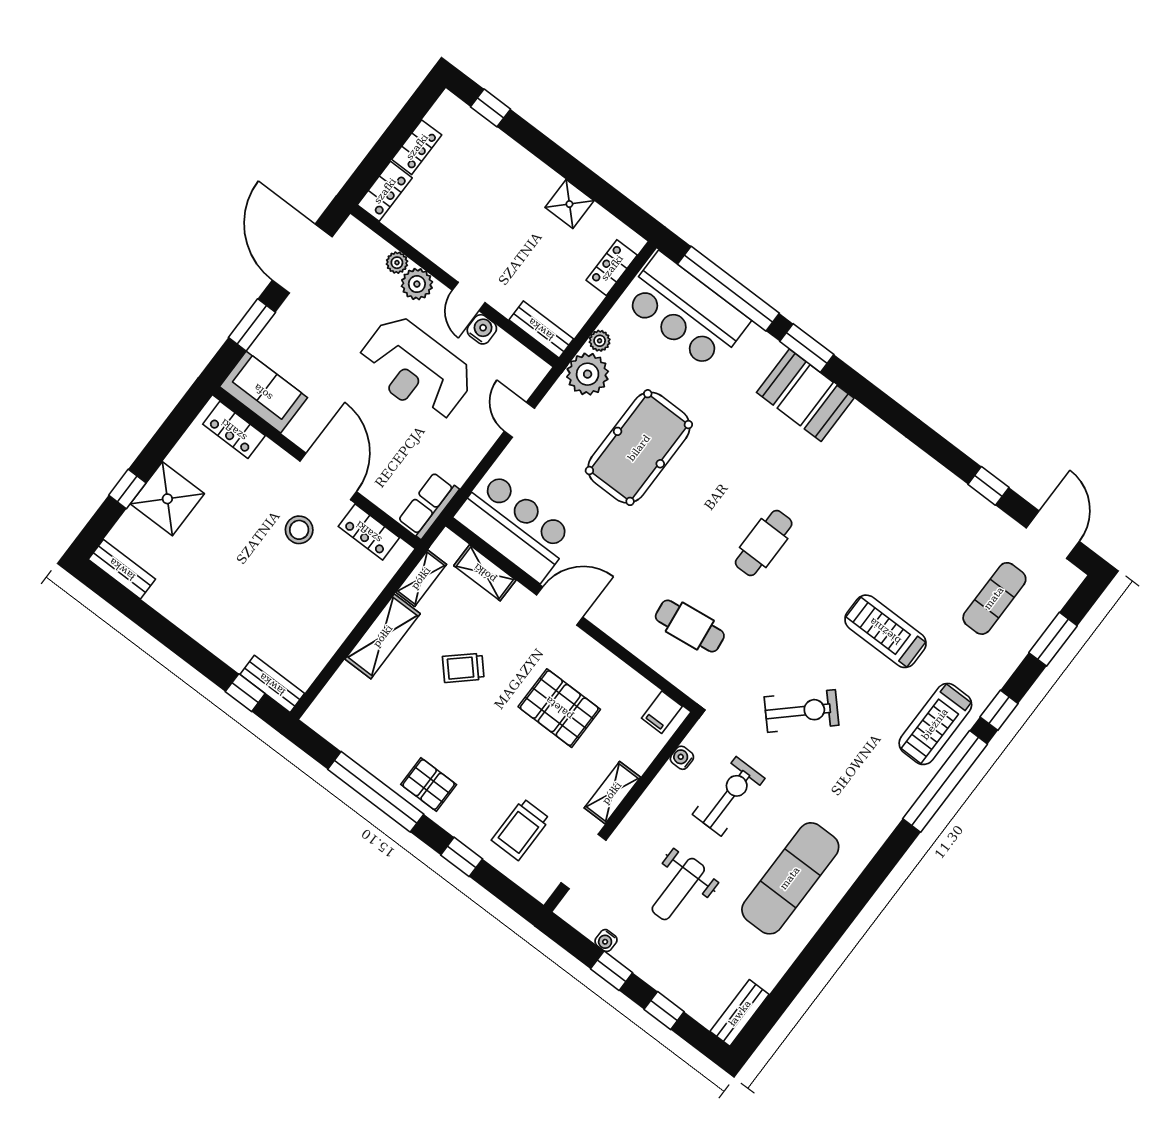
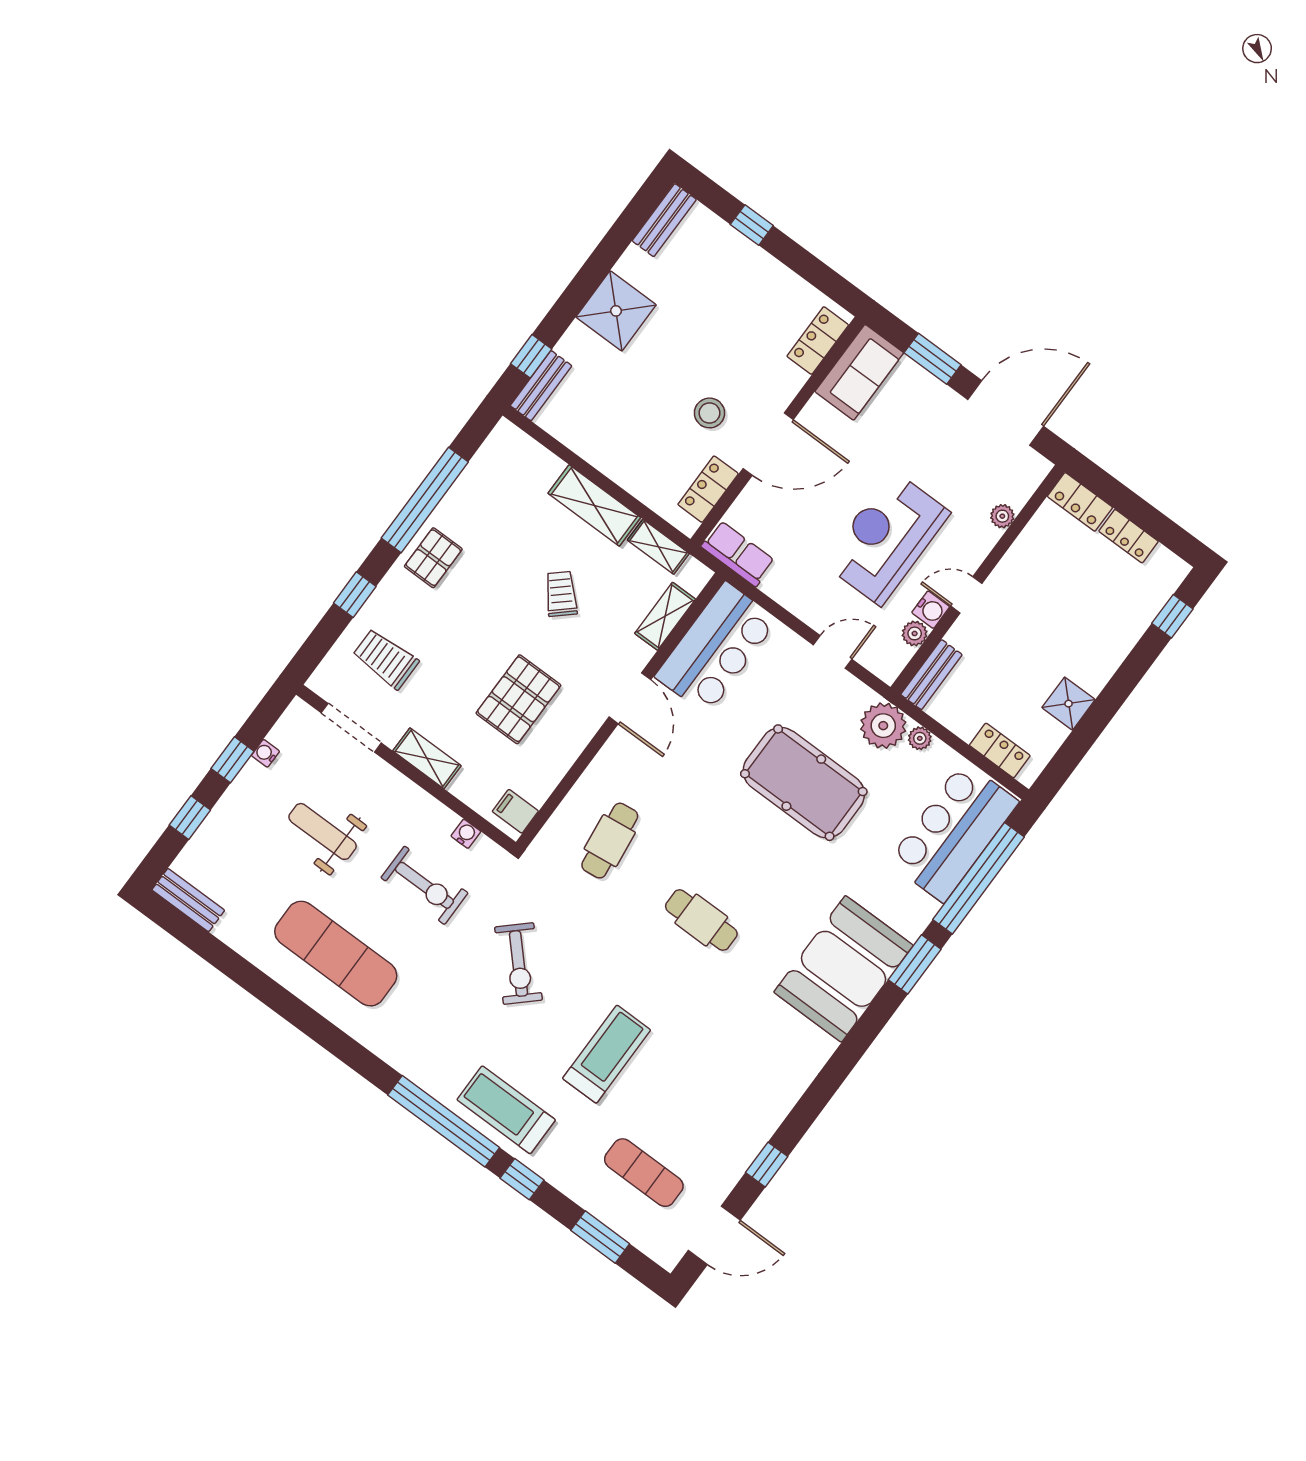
plant: (417, 284) -> (915, 633), moved, width x0.73, depth x0.73
booth: (805, 395) -> (843, 969), width x1.36, depth x1.42
shower: (167, 499) -> (616, 311), moved

